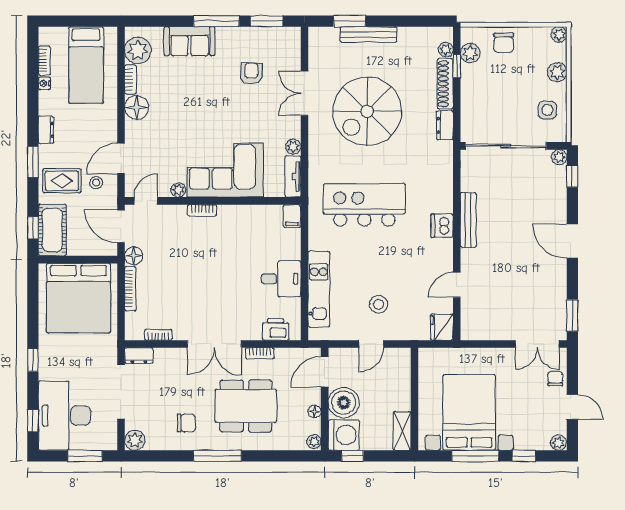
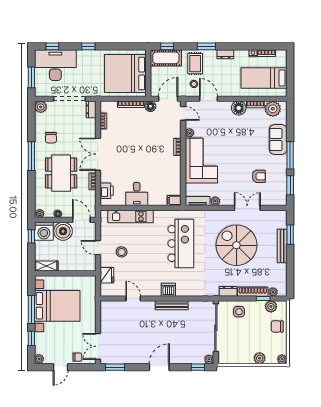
side table: (547, 110) -> (239, 312), moved
fridge: (442, 327) -> (107, 275), moved, turned 90

